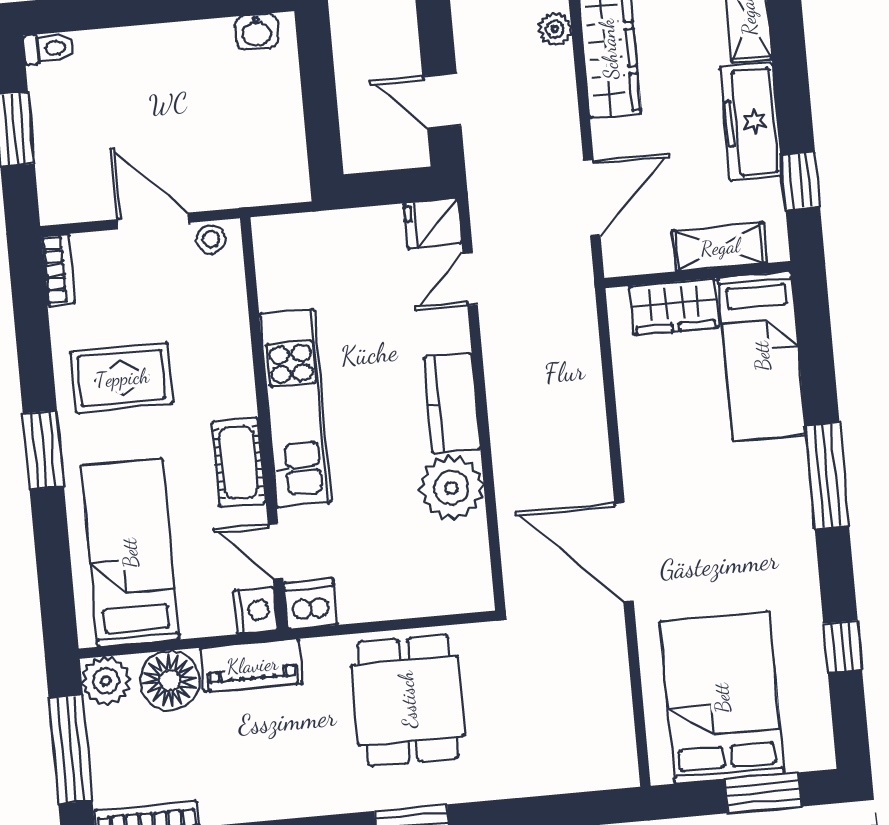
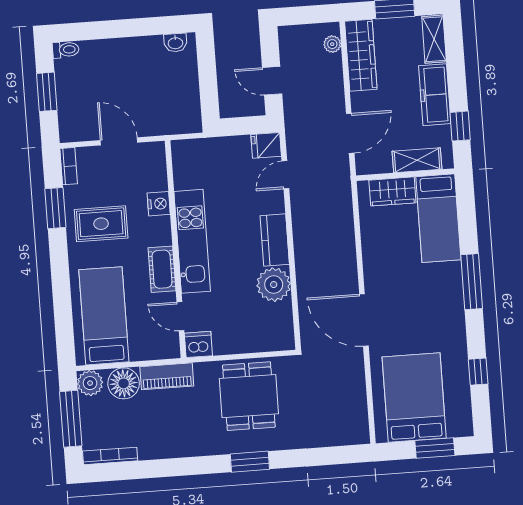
stool: (211, 239) -> (149, 152), removed
window: (43, 450) -> (55, 208), moved
nightstand: (255, 610) -> (159, 204), moved

